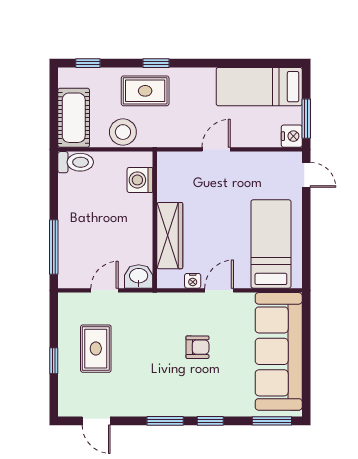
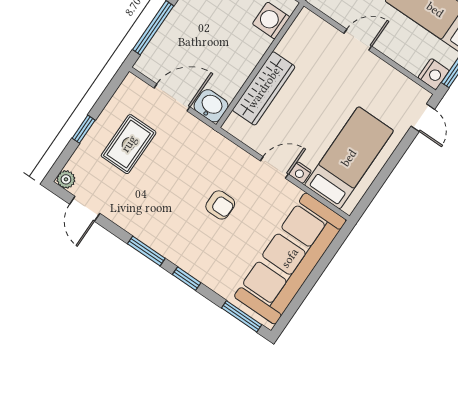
nightstand: (193, 281) -> (300, 173), moved
door: (105, 290) -> (172, 97), width x1.37
plant: (66, 408) -> (66, 179), added

